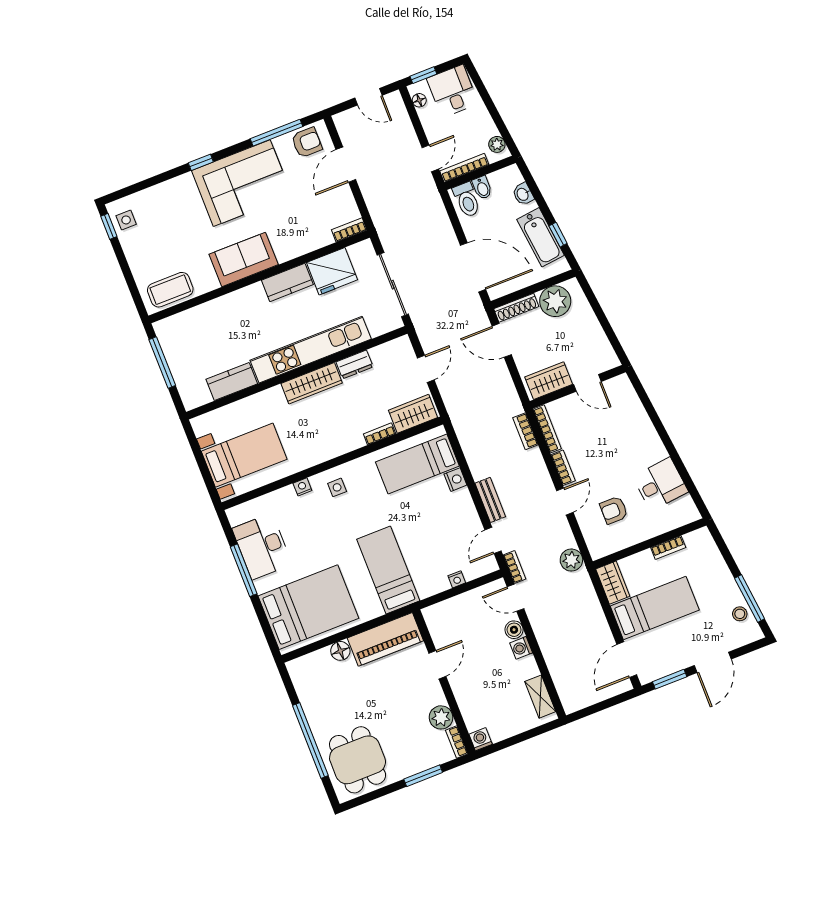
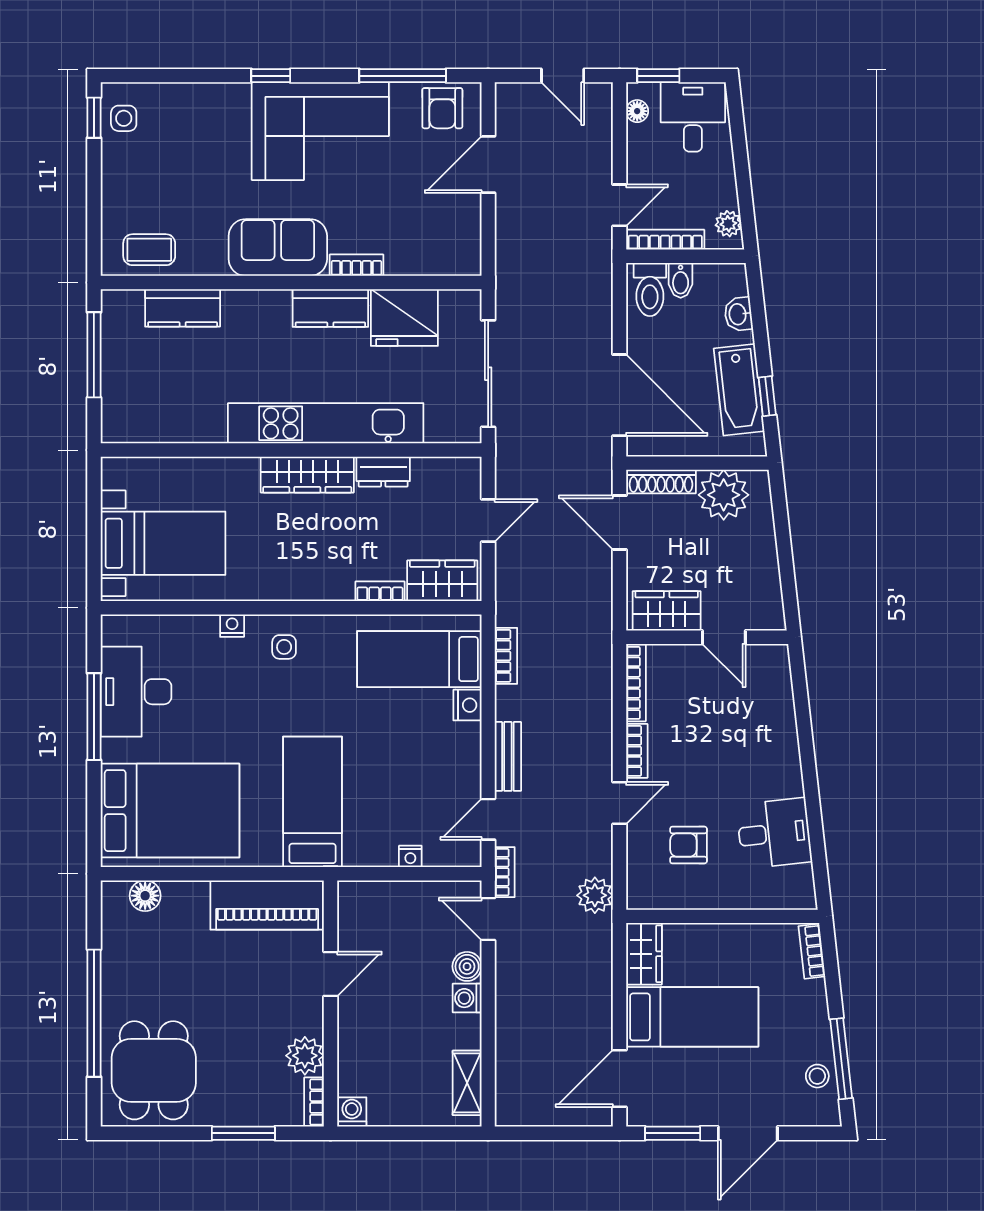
armchair: (307, 142) -> (442, 108), turned 90
bookcase: (349, 230) -> (357, 265), moved
coffee table: (170, 290) -> (149, 250), width x0.73, depth x0.77
kitchen counter: (232, 381) -> (183, 308), moved, turned 180
bookcase: (525, 431) -> (506, 656), moved, turned 180
bookcase: (668, 548) -> (812, 951), moved, turned 84
floor lamp: (340, 651) -> (145, 896), moved

